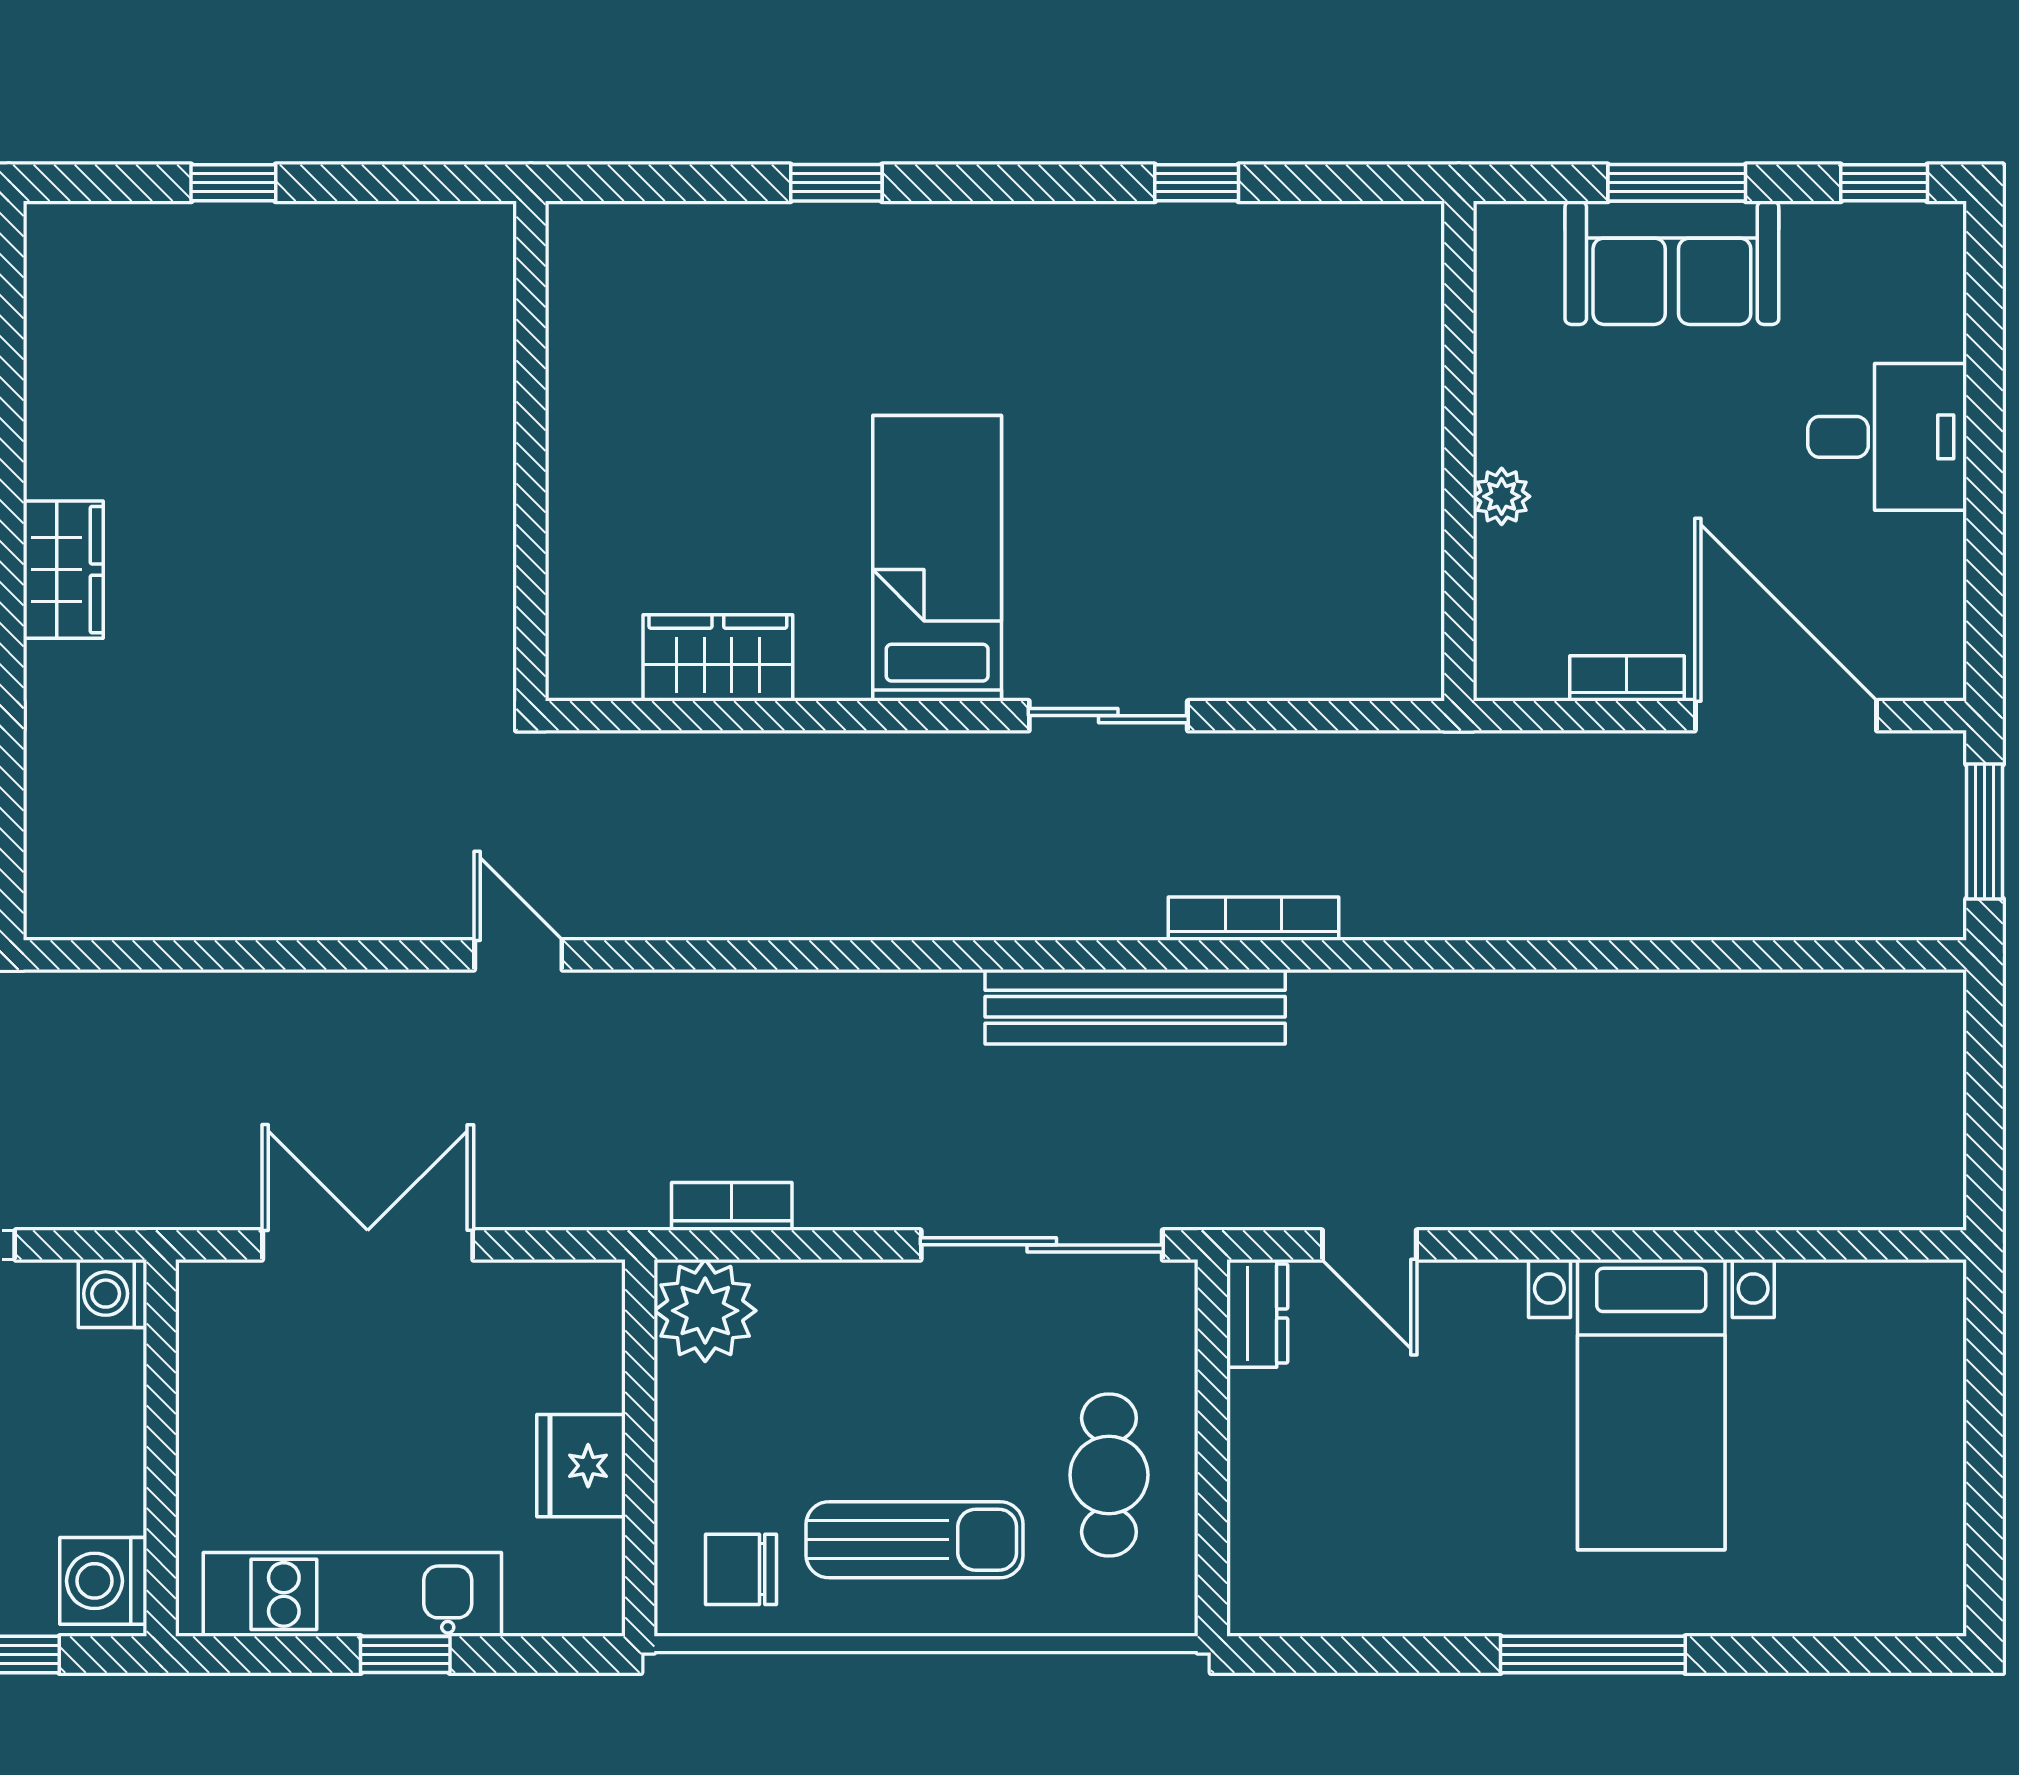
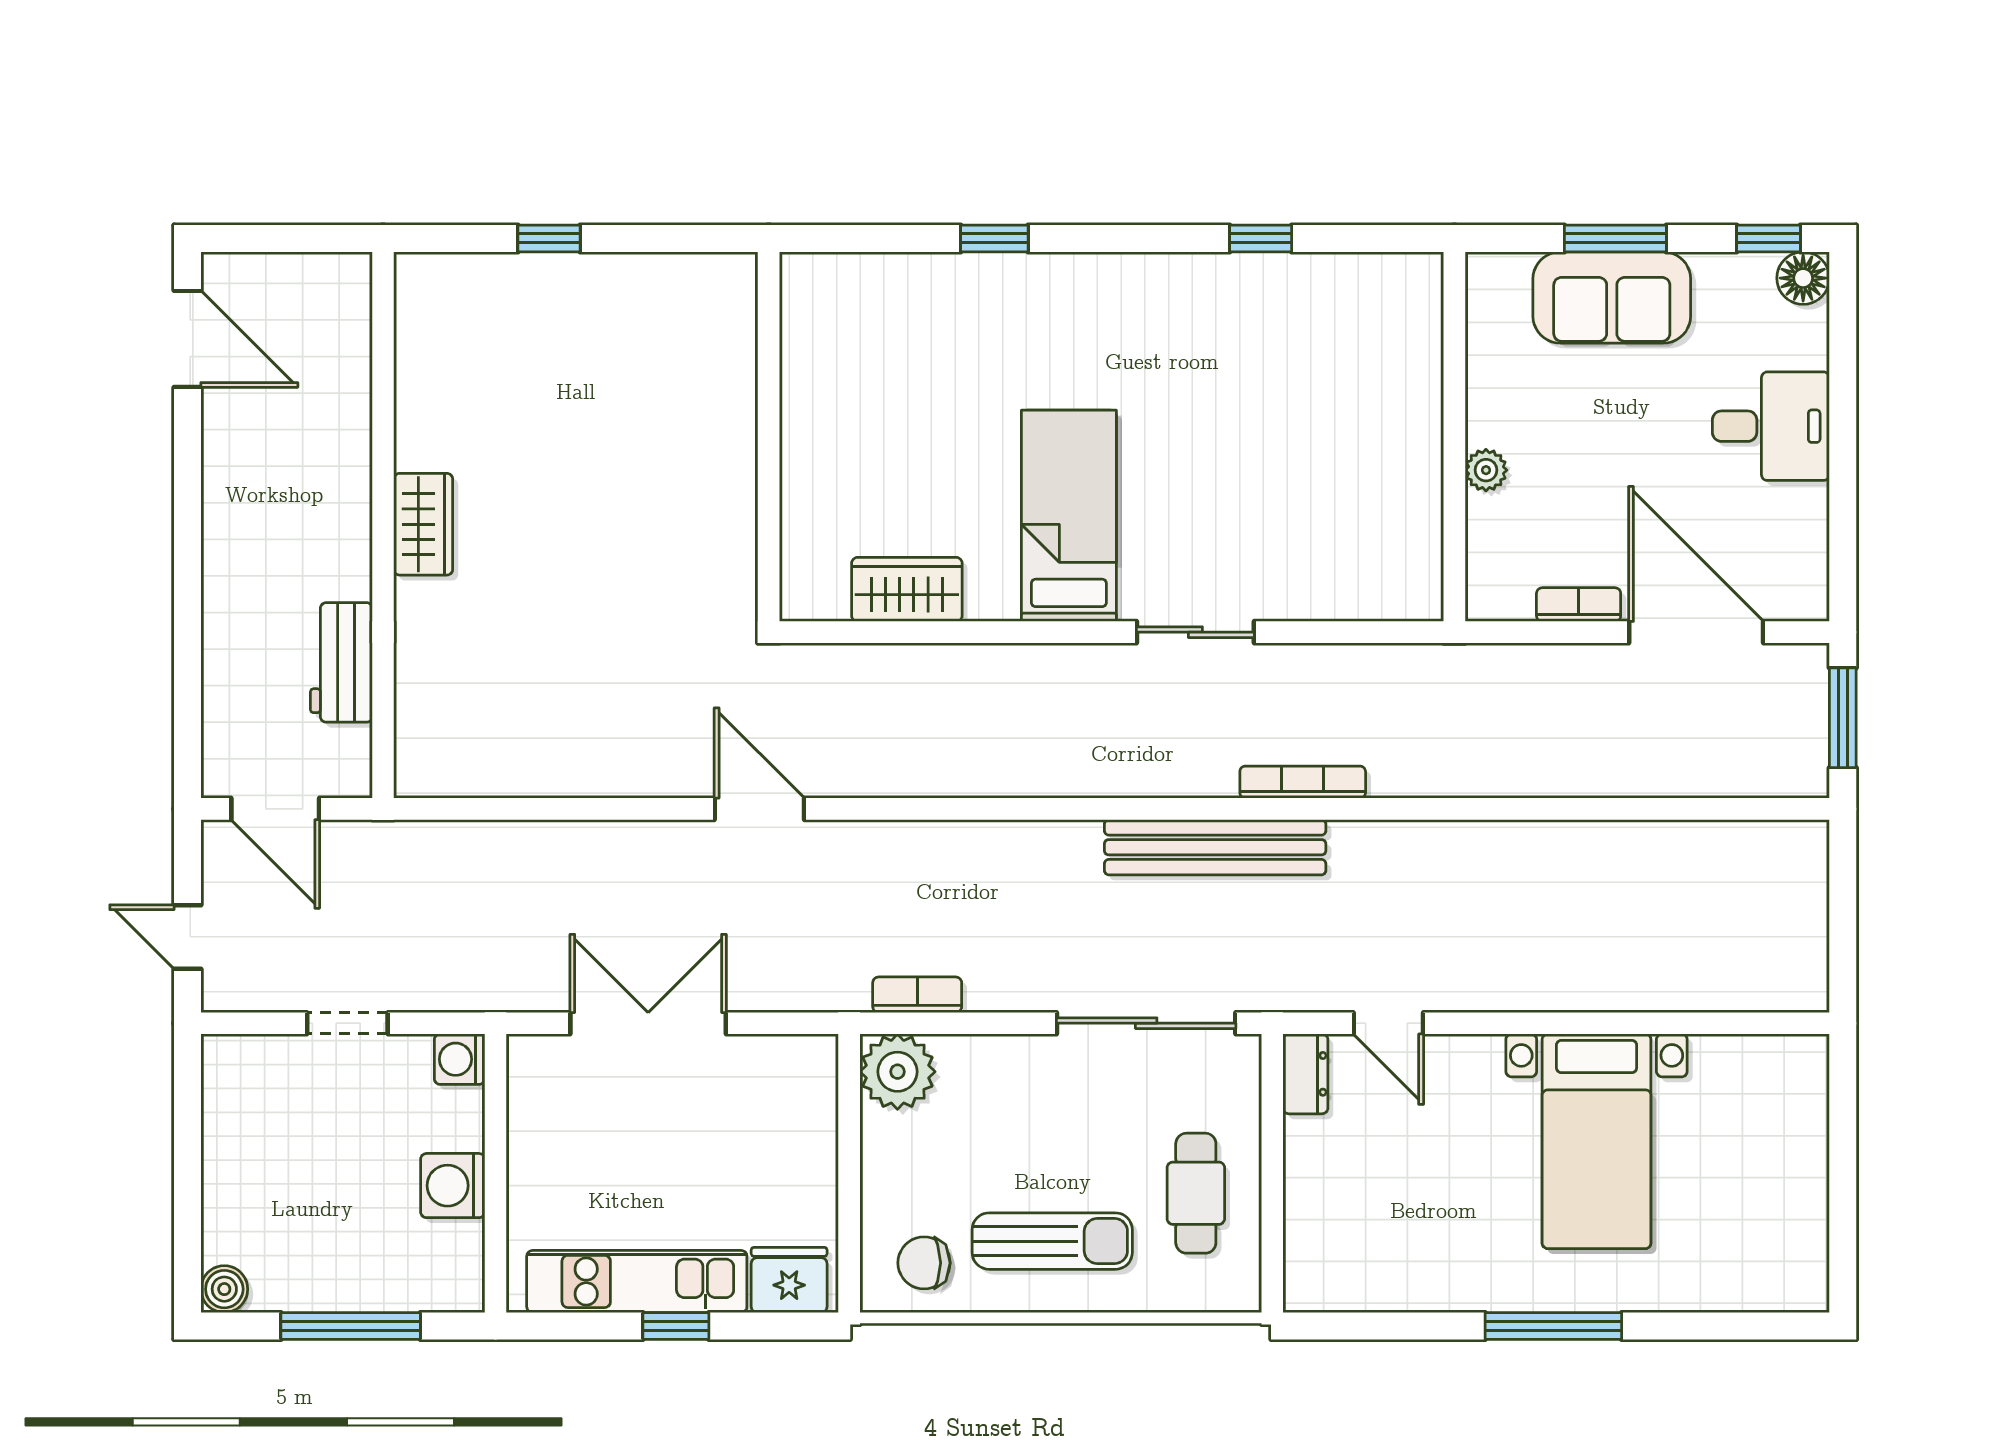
floor lamp: (1931, 236) -> (1803, 278), added
door: (518, 955) -> (759, 809), width x1.38
fridge: (581, 1466) -> (789, 1280), moved, turned 90
washing machine: (103, 1581) -> (453, 1186), moved

